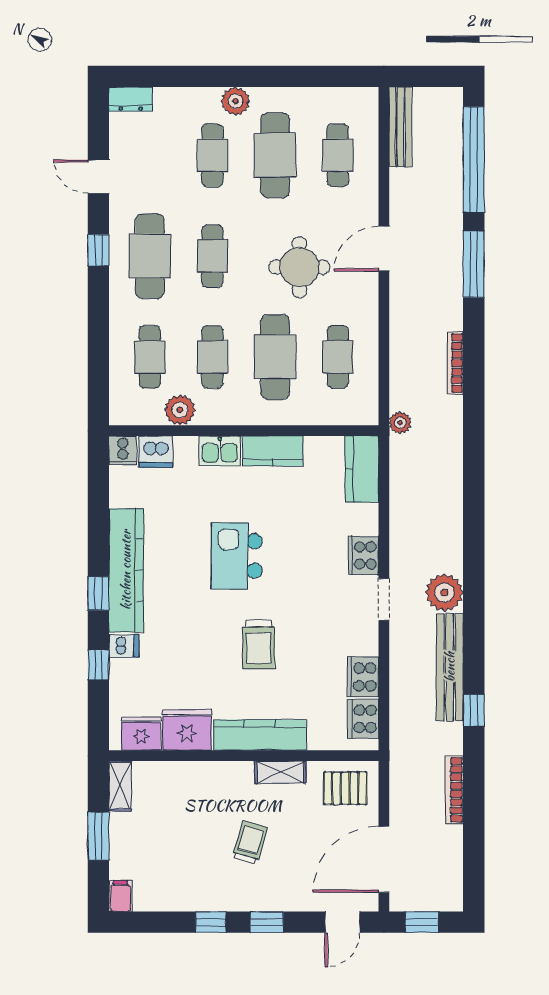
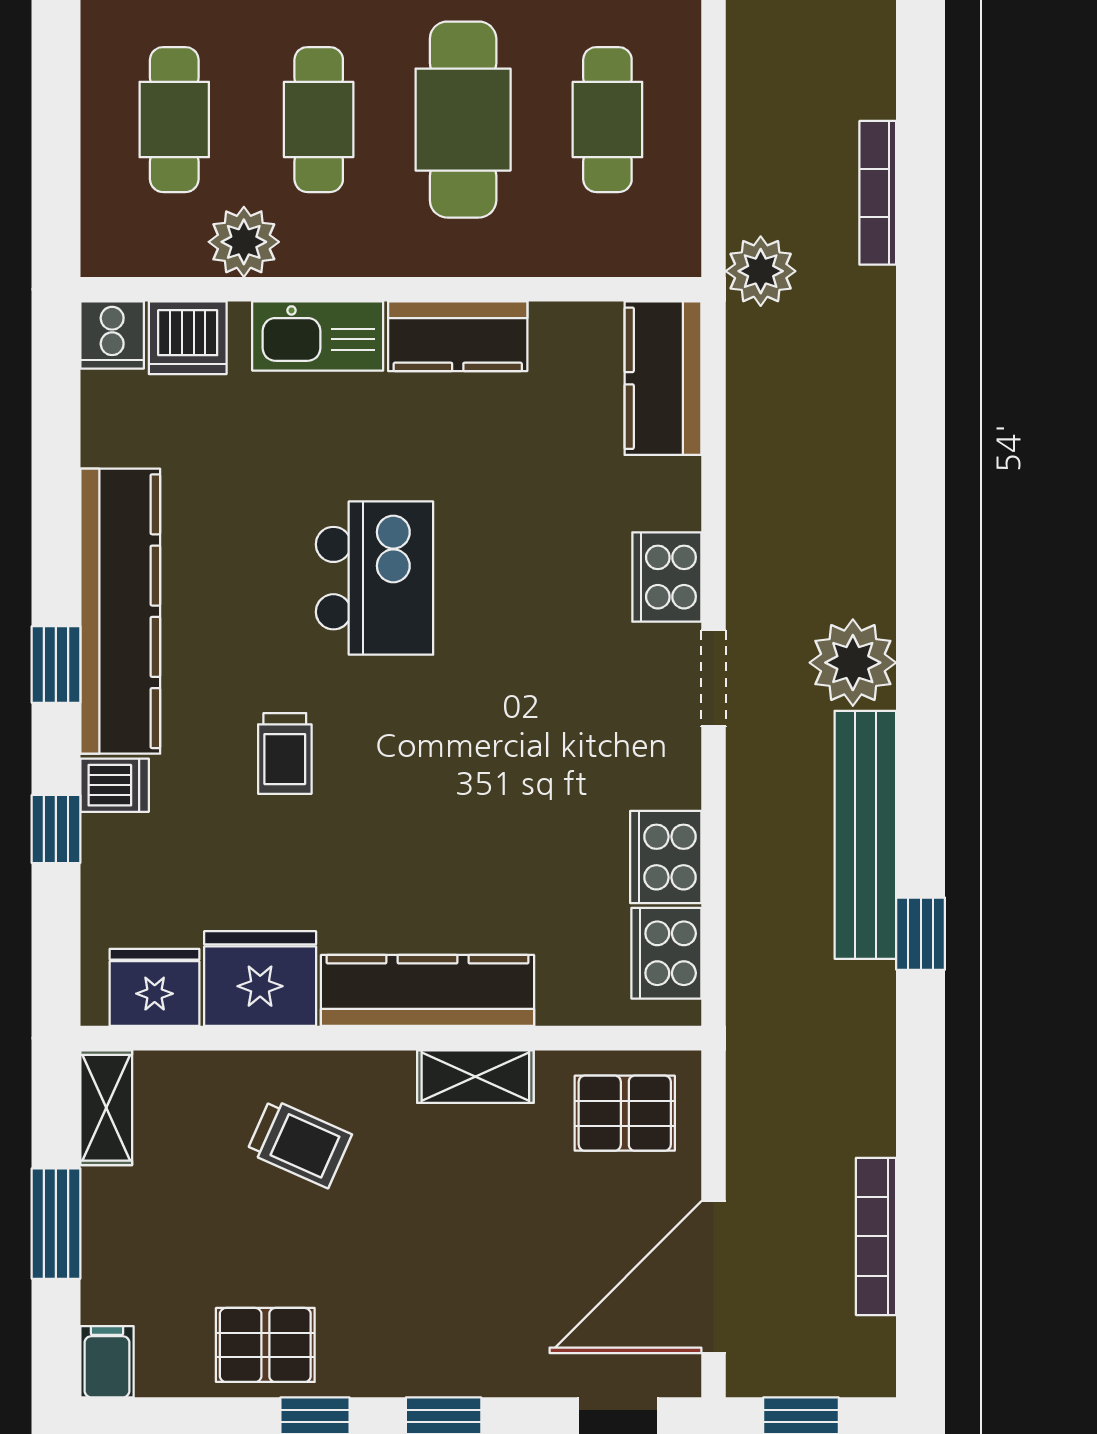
bookcase: (455, 363) -> (878, 193), moved
plant: (400, 423) -> (761, 271), width x1.38, depth x1.38
kitchen sink: (220, 451) -> (318, 336), width x1.38
kitchen island: (237, 556) -> (375, 578), turned 180
trolley: (258, 644) -> (285, 753), moved, width x0.73, depth x0.72
bookcase: (454, 790) -> (876, 1236), moved
trolley: (250, 842) -> (299, 1143), moved, turned 98
pallet: (189, 889) -> (265, 1345), added

